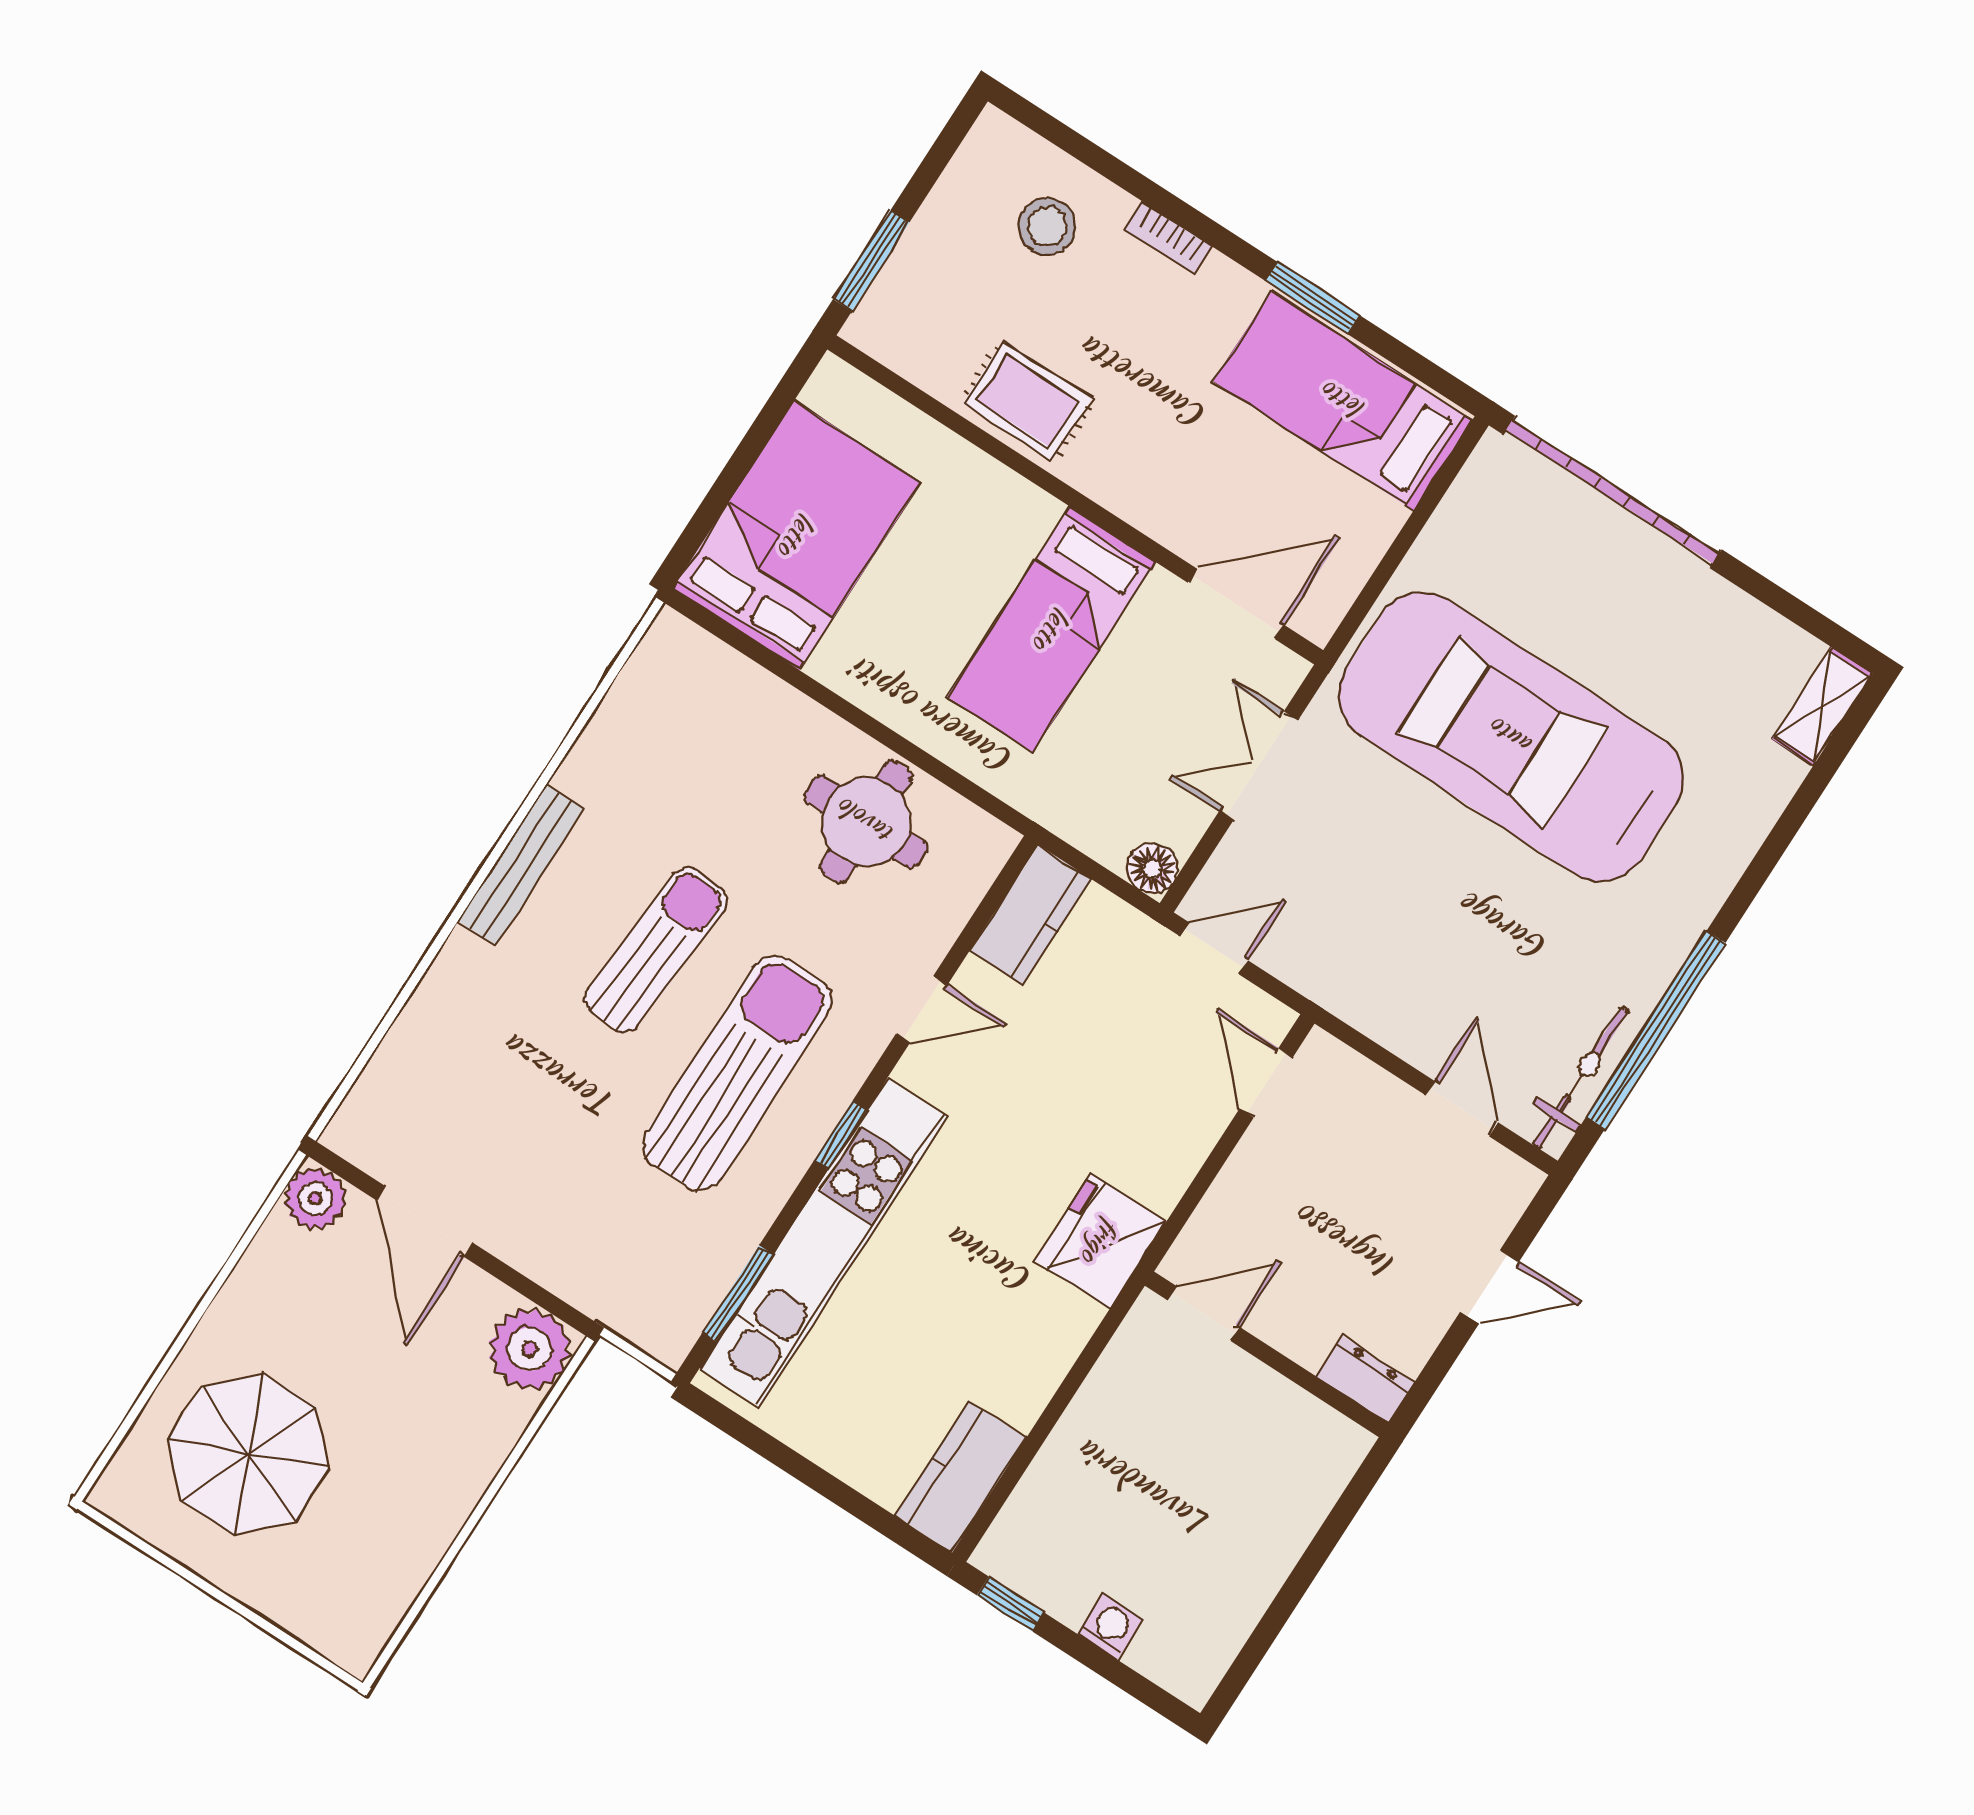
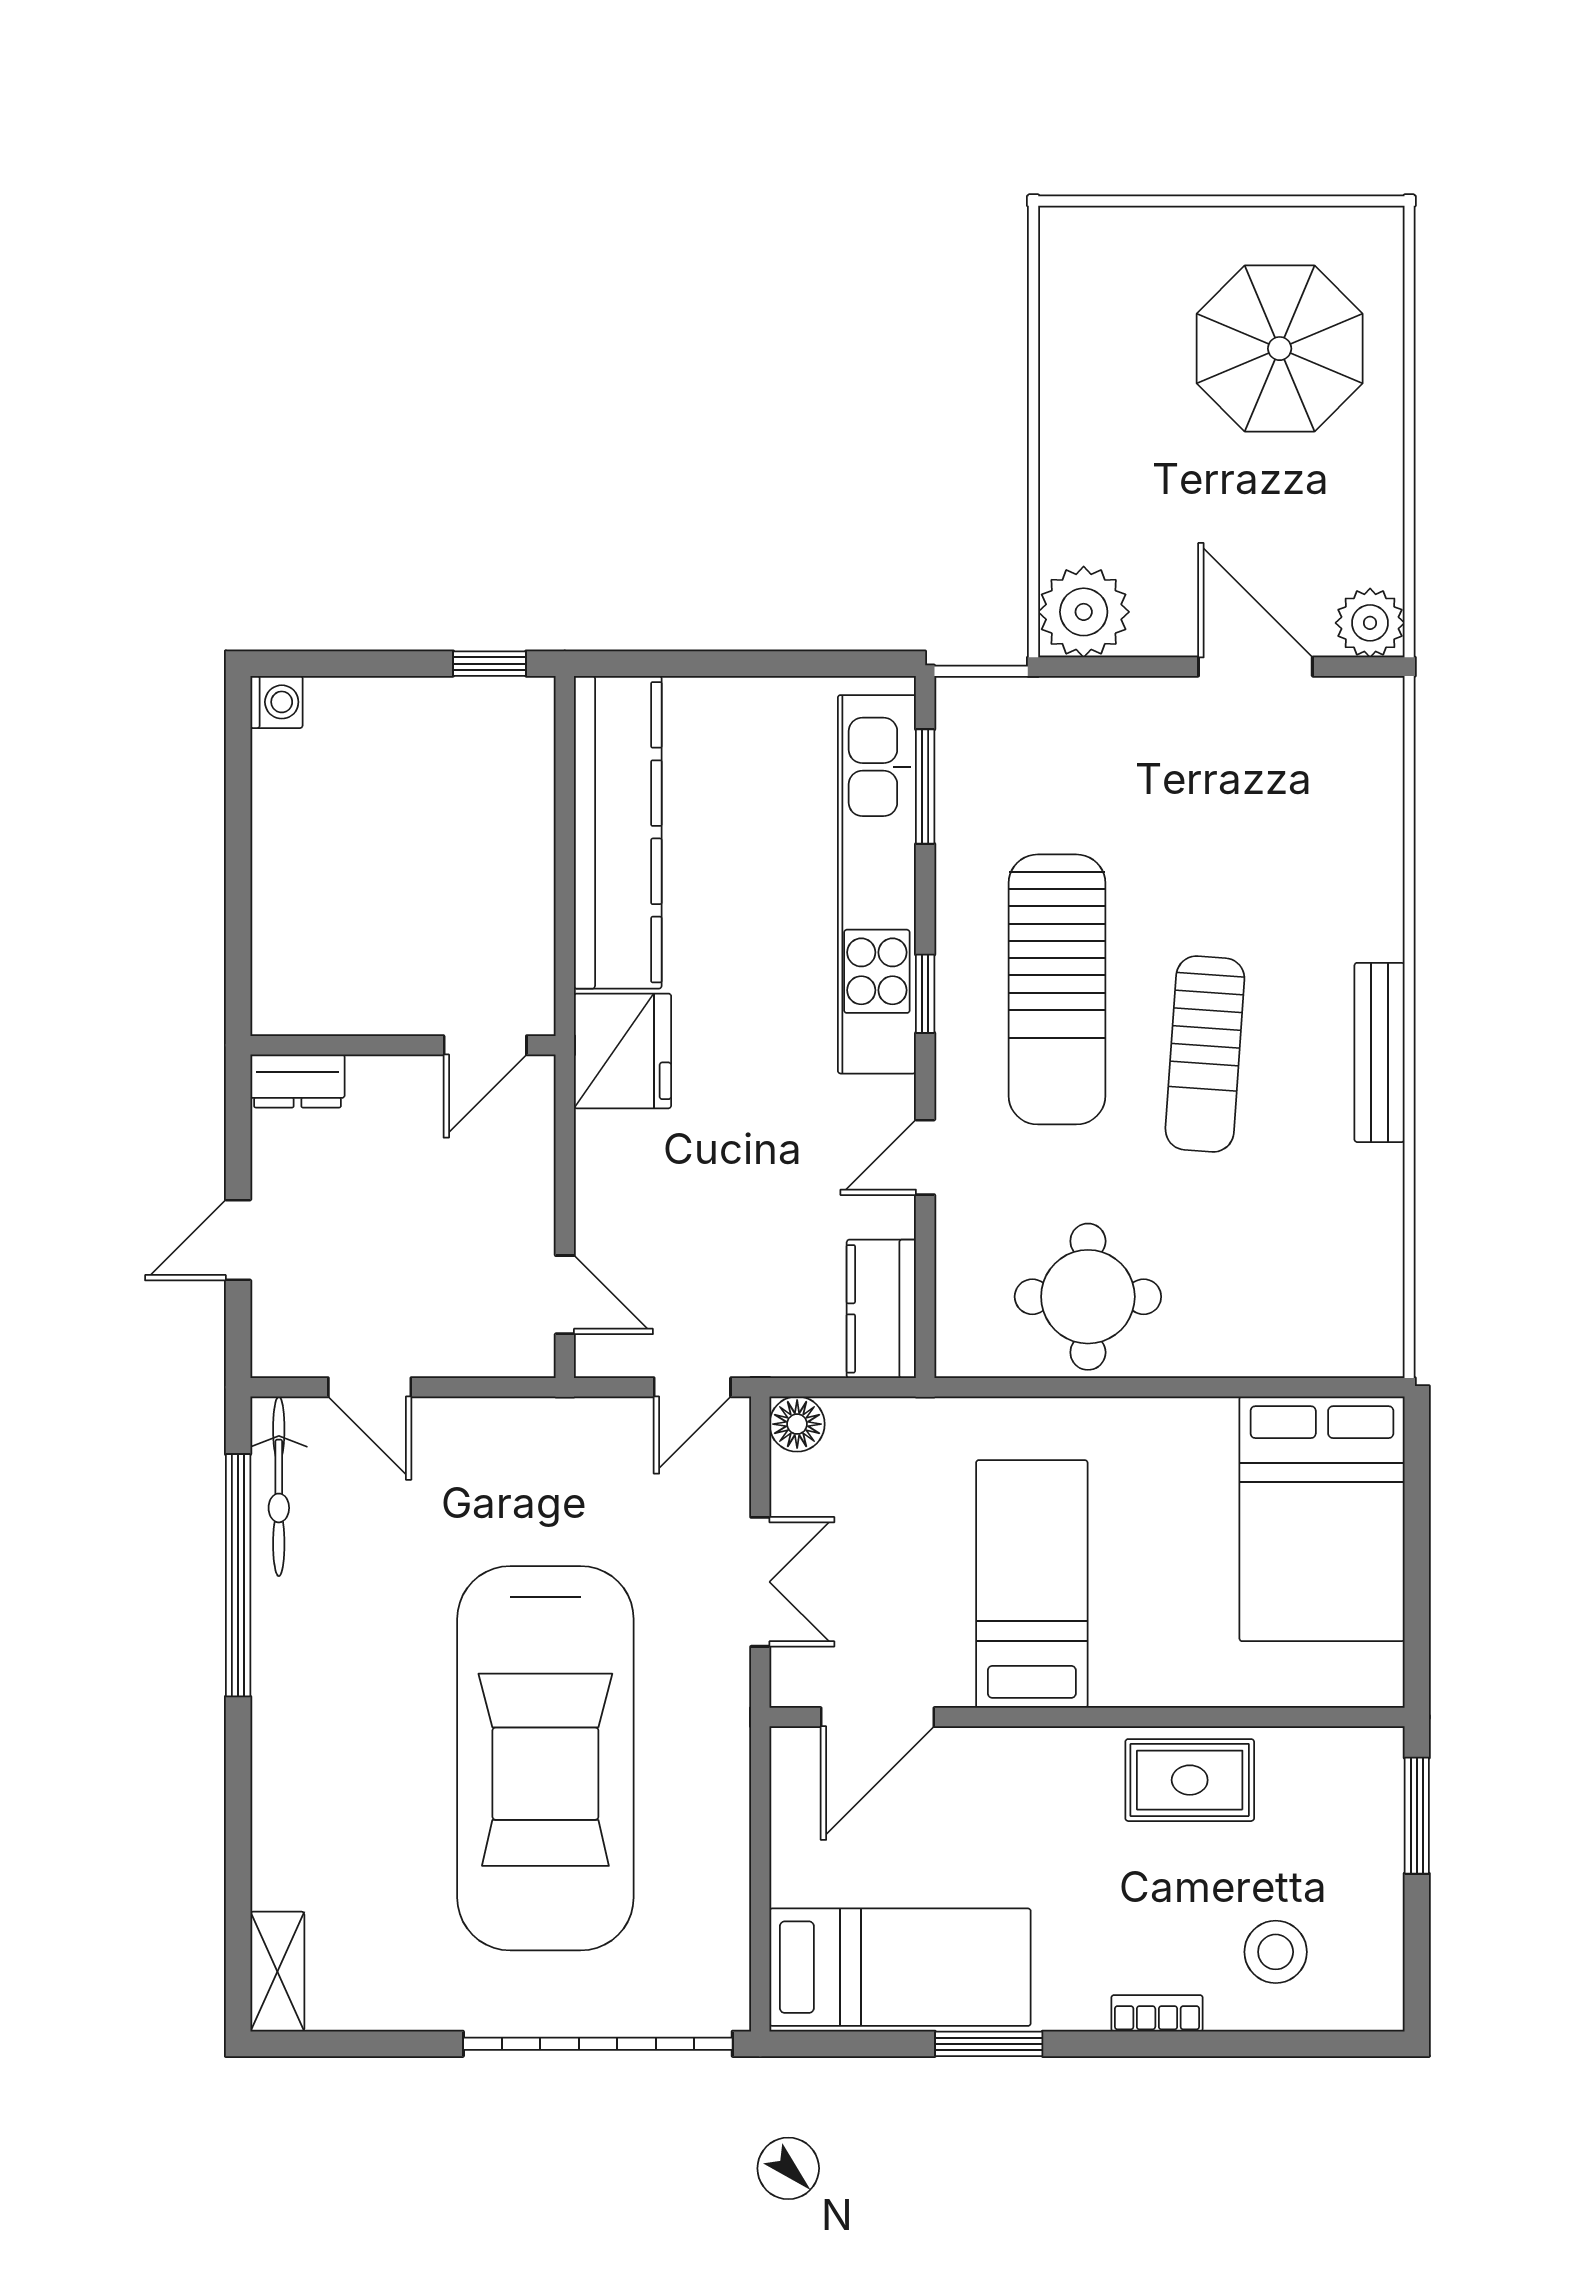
car: (1511, 737) -> (545, 1758), turned 90
kitchen counter: (961, 1477) -> (618, 832), width x2.08, depth x1.17
washing machine: (1110, 1627) -> (276, 702), moved, turned -90

